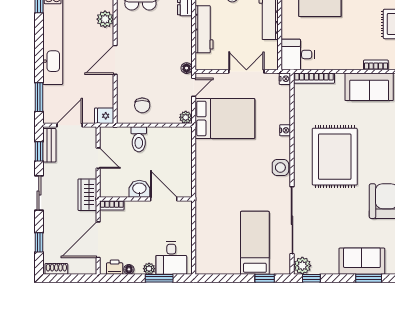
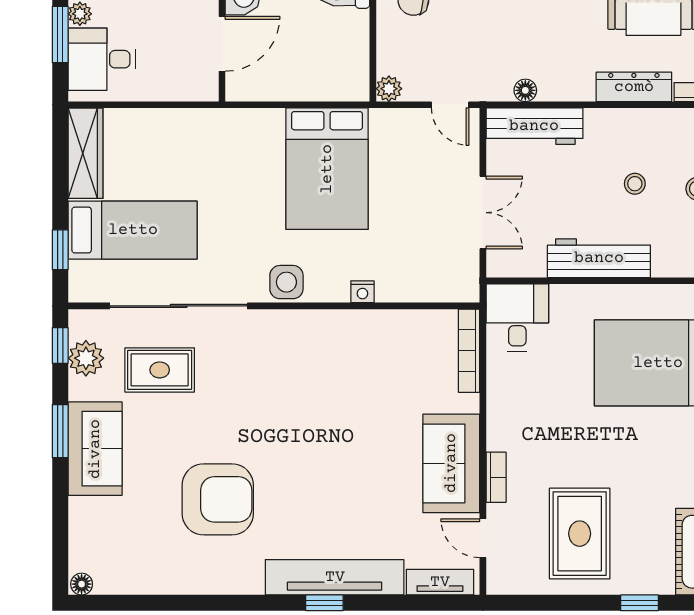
workbench: (204, 29) -> (534, 126), moved
floor lamp: (187, 68) -> (525, 90), moved
nightstand: (285, 79) -> (468, 291), removed
bed: (225, 118) -> (327, 169), moved
rug: (335, 157) -> (160, 370), moved, width x0.54, depth x0.49
wardrobe: (217, 266) -> (85, 153), added
plant: (302, 266) -> (86, 358), moved
window: (369, 278) -> (60, 431), moved

